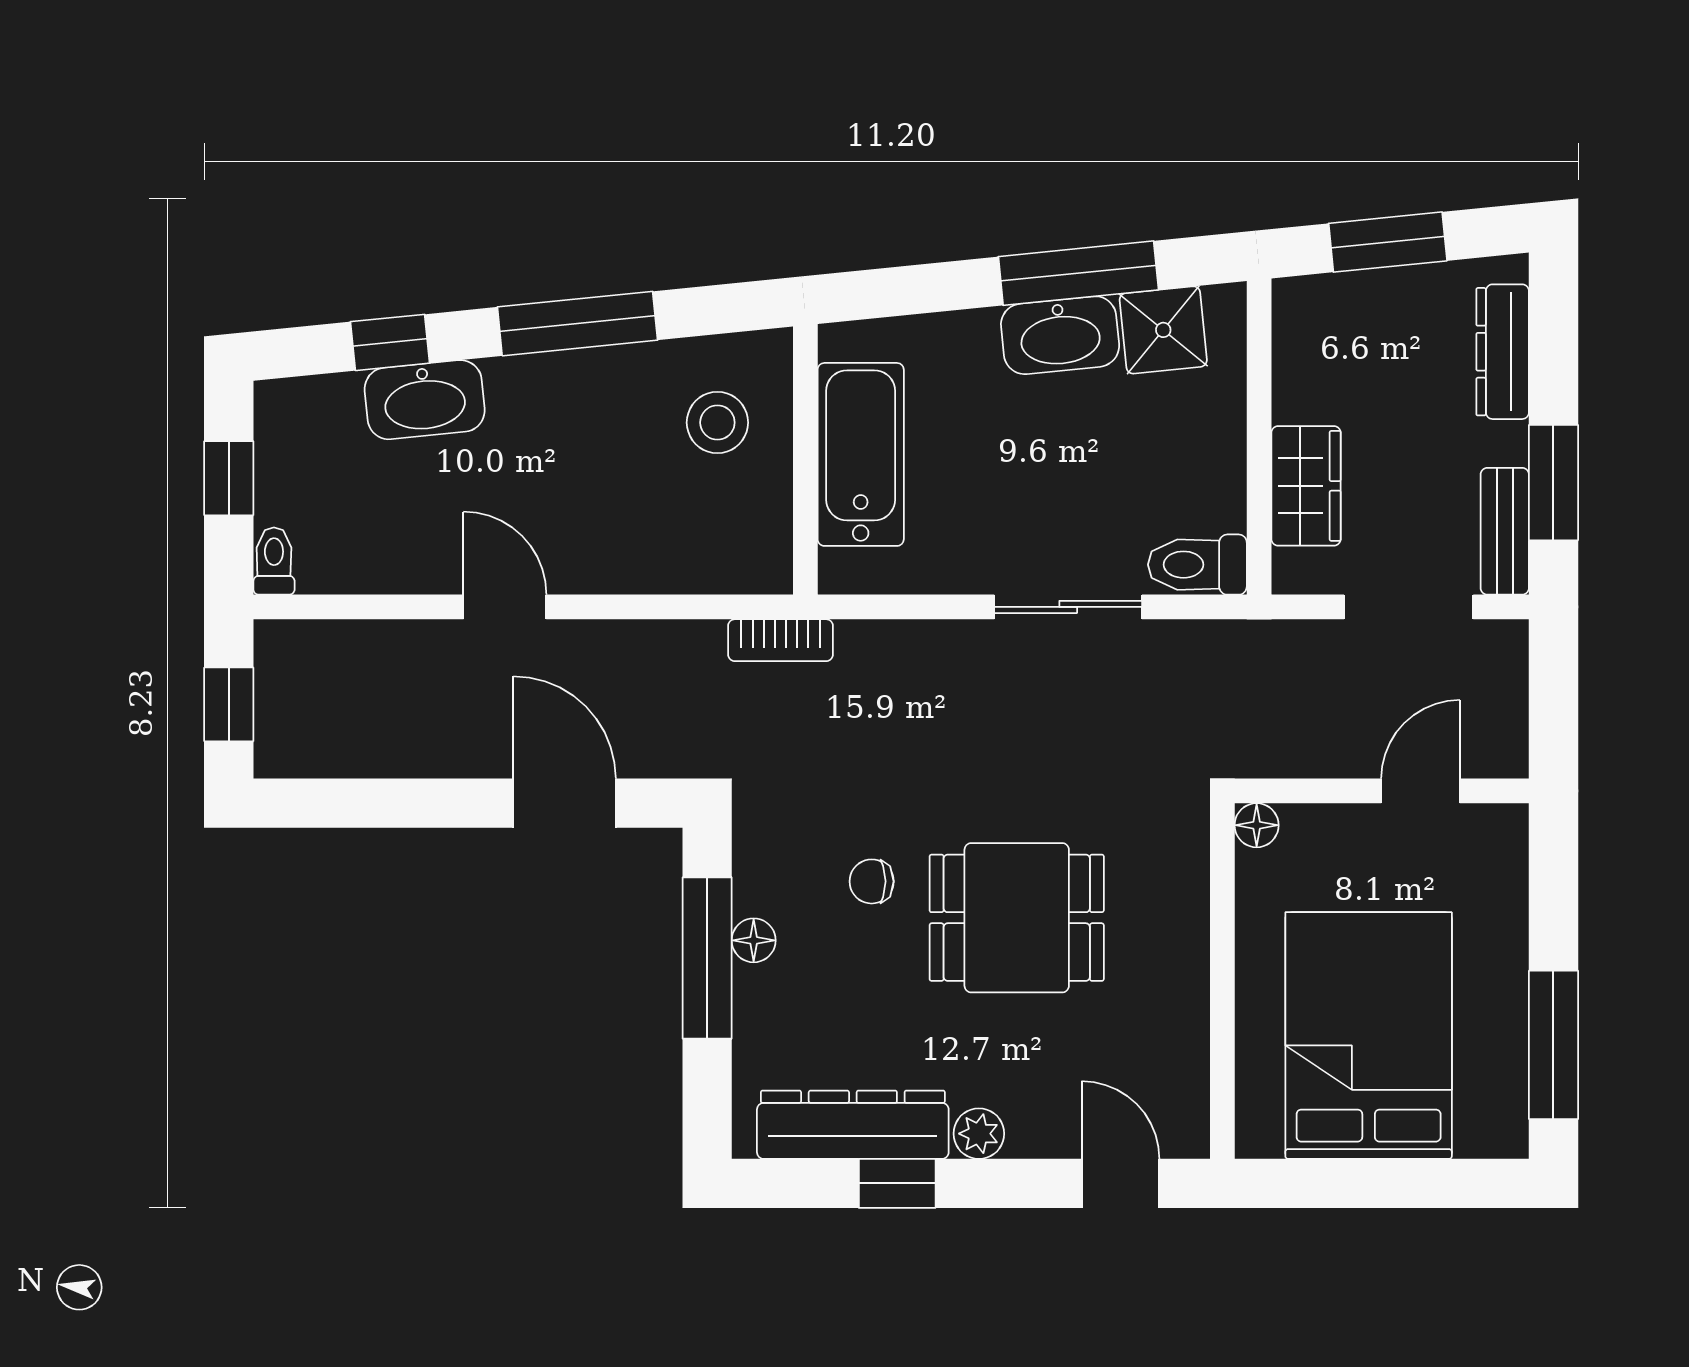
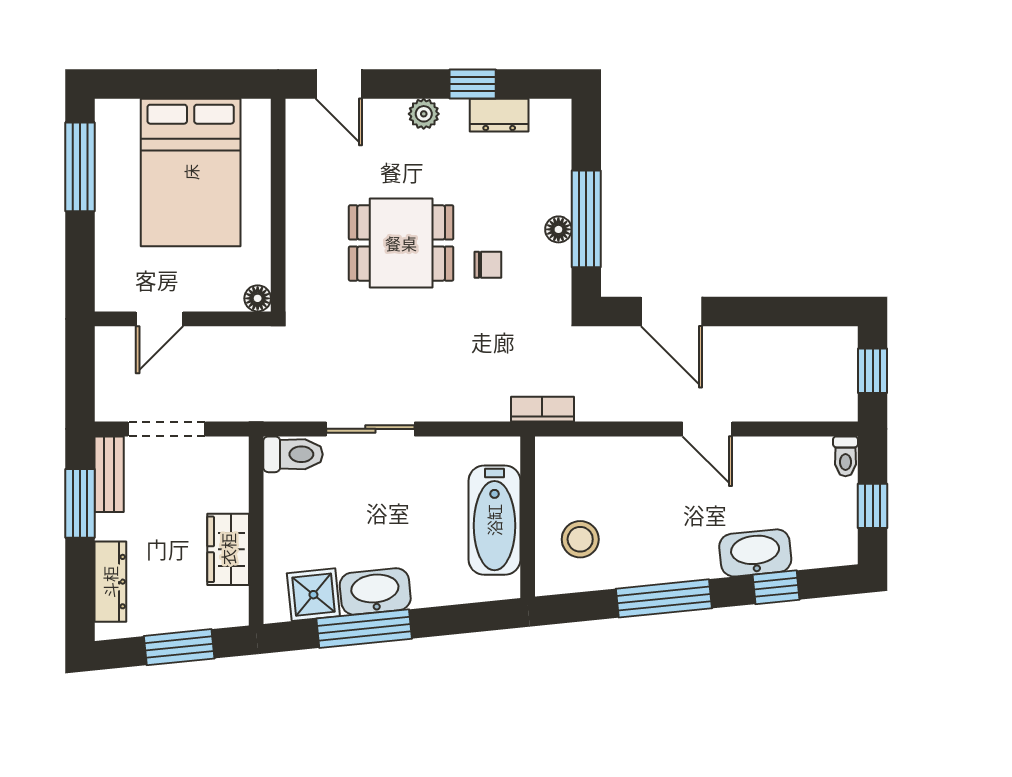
wardrobe: (1306, 486) -> (228, 549), moved
dresser: (853, 1125) -> (499, 115), width x0.51, depth x0.80

